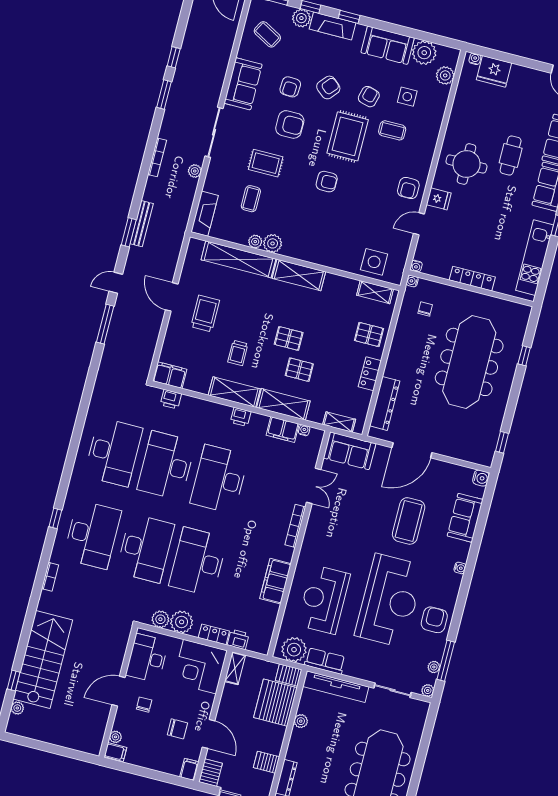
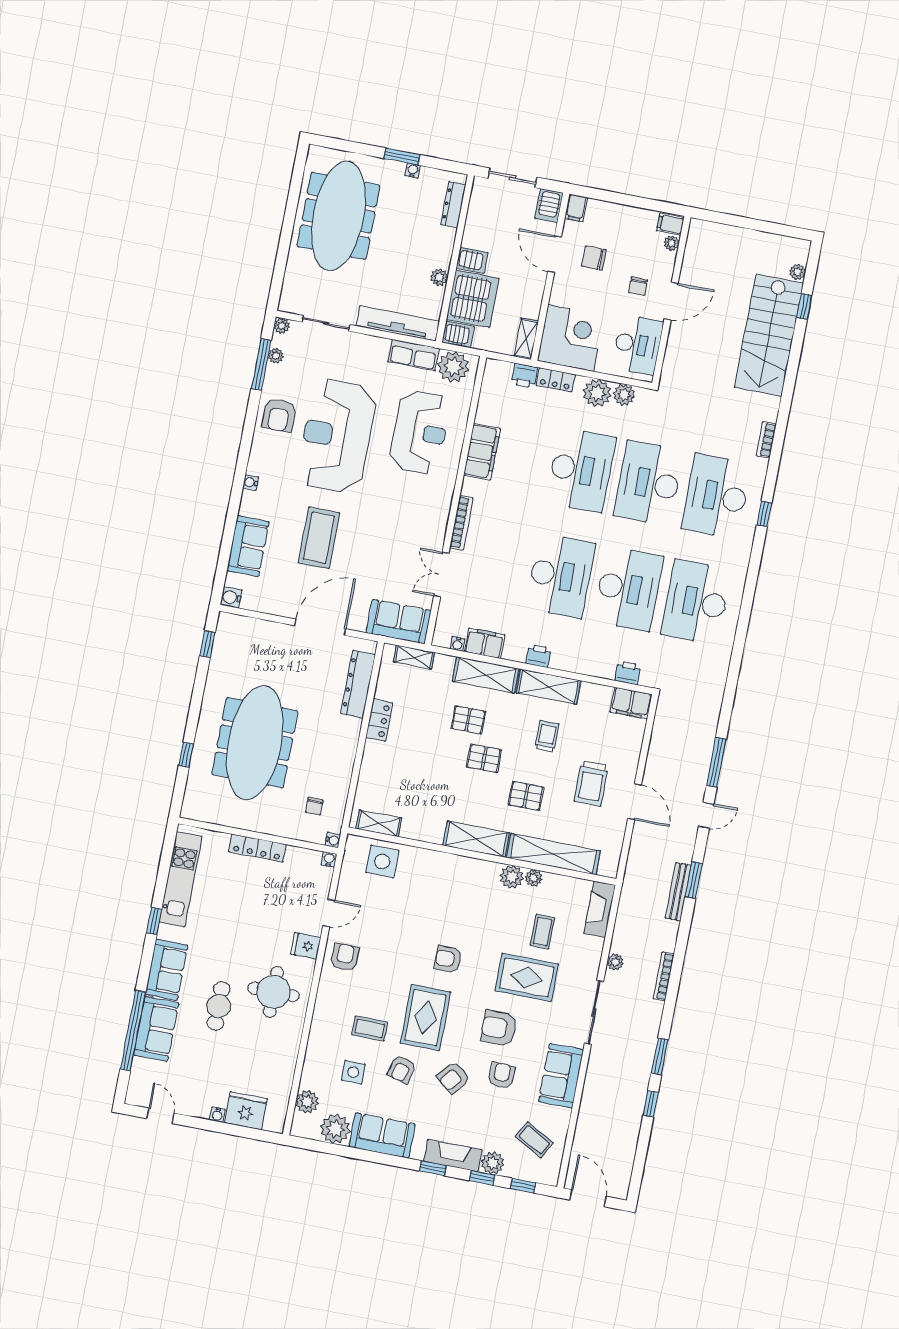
water cooler: (475, 59) -> (217, 1115), moved
rug: (266, 163) -> (527, 977), width x1.36, depth x1.43
pallet: (369, 334) -> (526, 796), moved
server rack: (267, 762) -> (472, 260), moved

